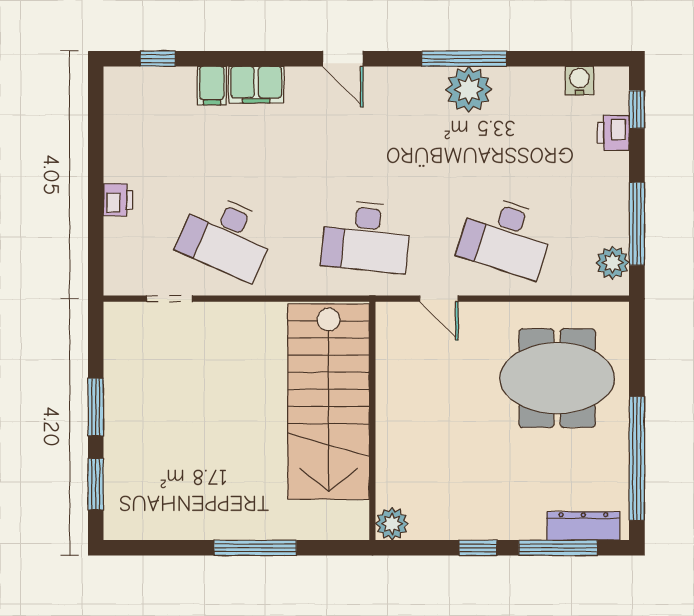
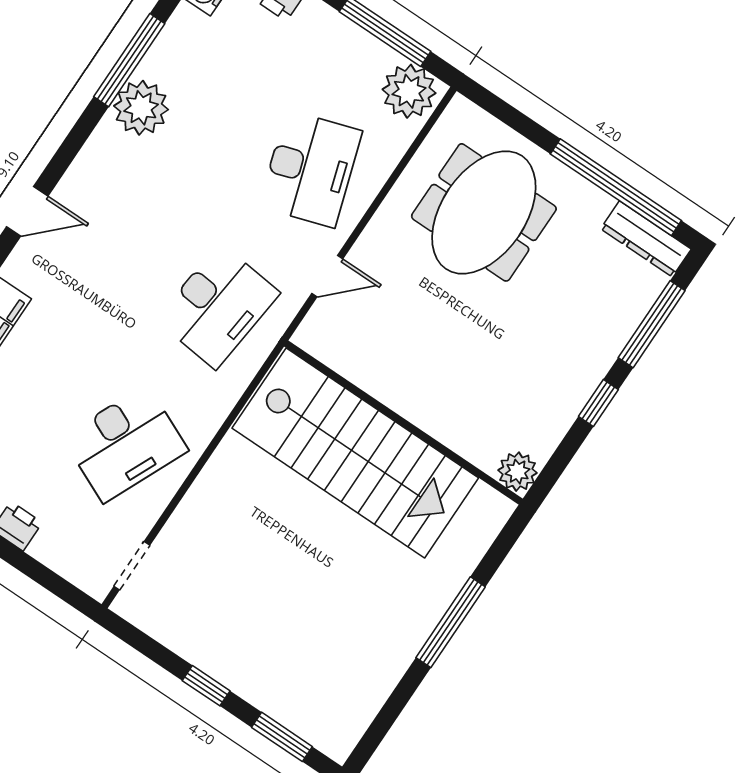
window: (464, 59) -> (129, 60), moved
desk: (506, 236) -> (311, 169), turned -36
plant: (613, 263) -> (409, 91), width x1.36, depth x1.36
doorway: (169, 299) -> (132, 566), moved
window: (96, 407) -> (206, 686), width x0.67
dresser: (583, 526) -> (646, 239), moved, turned -90

